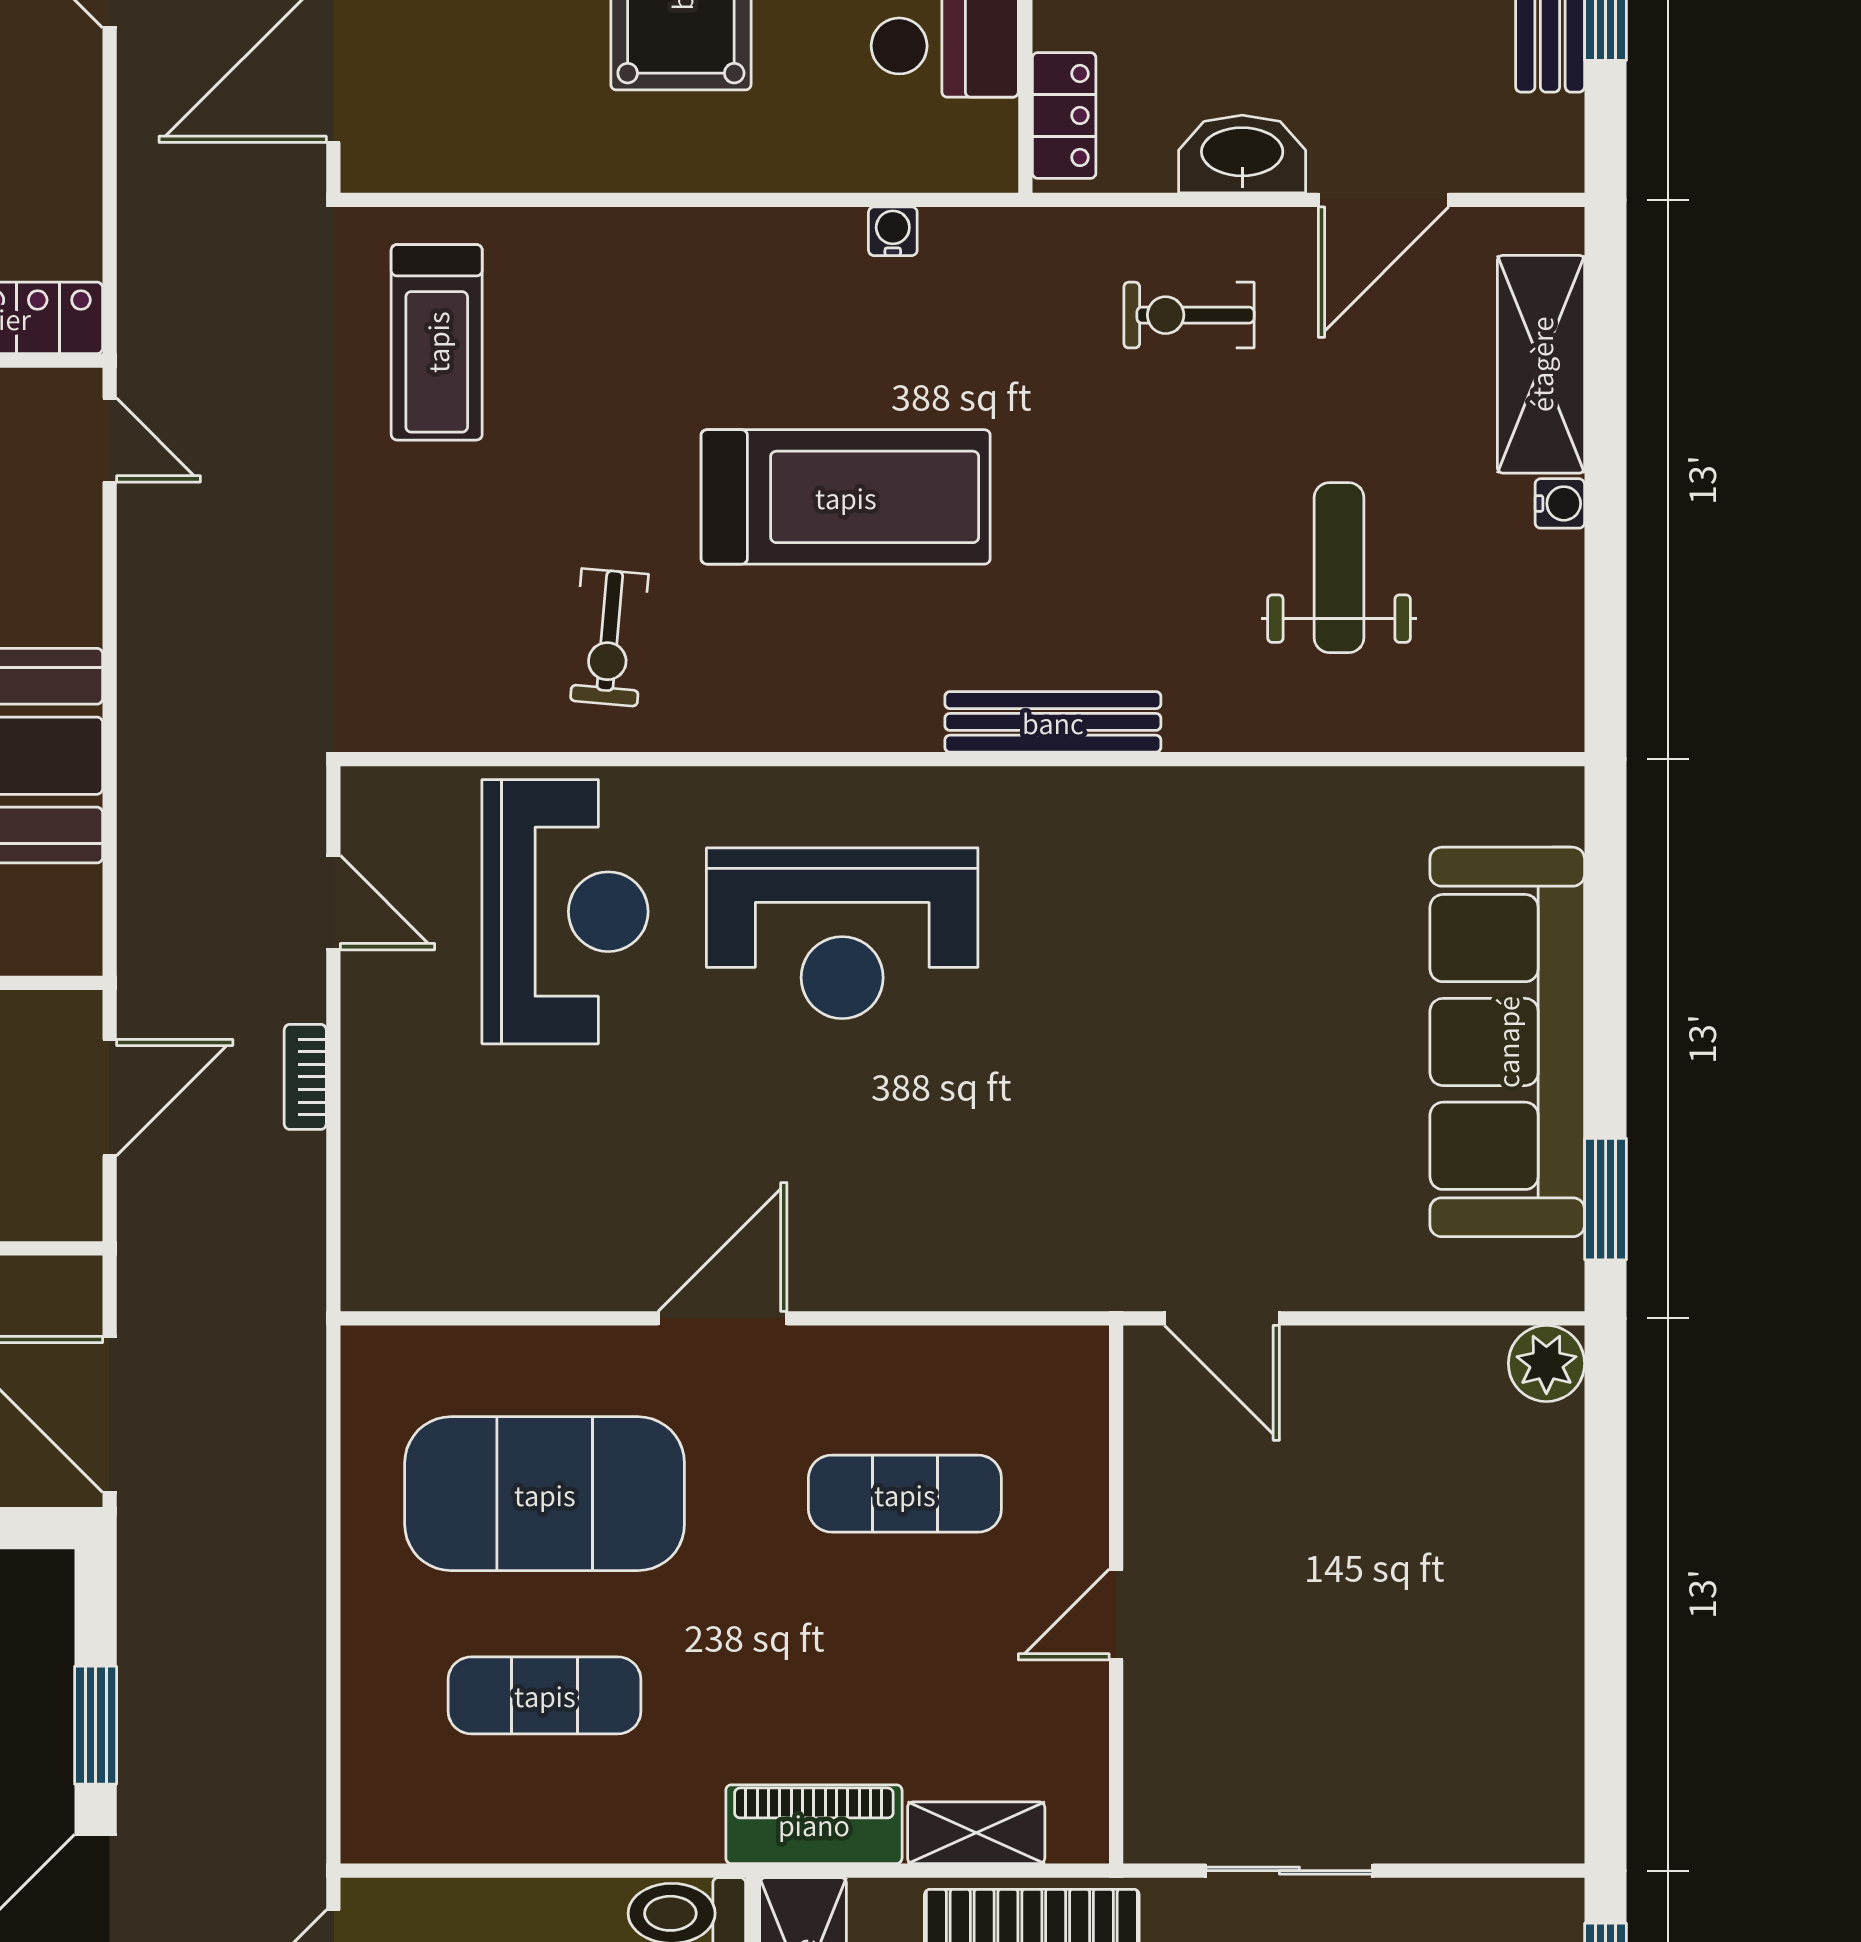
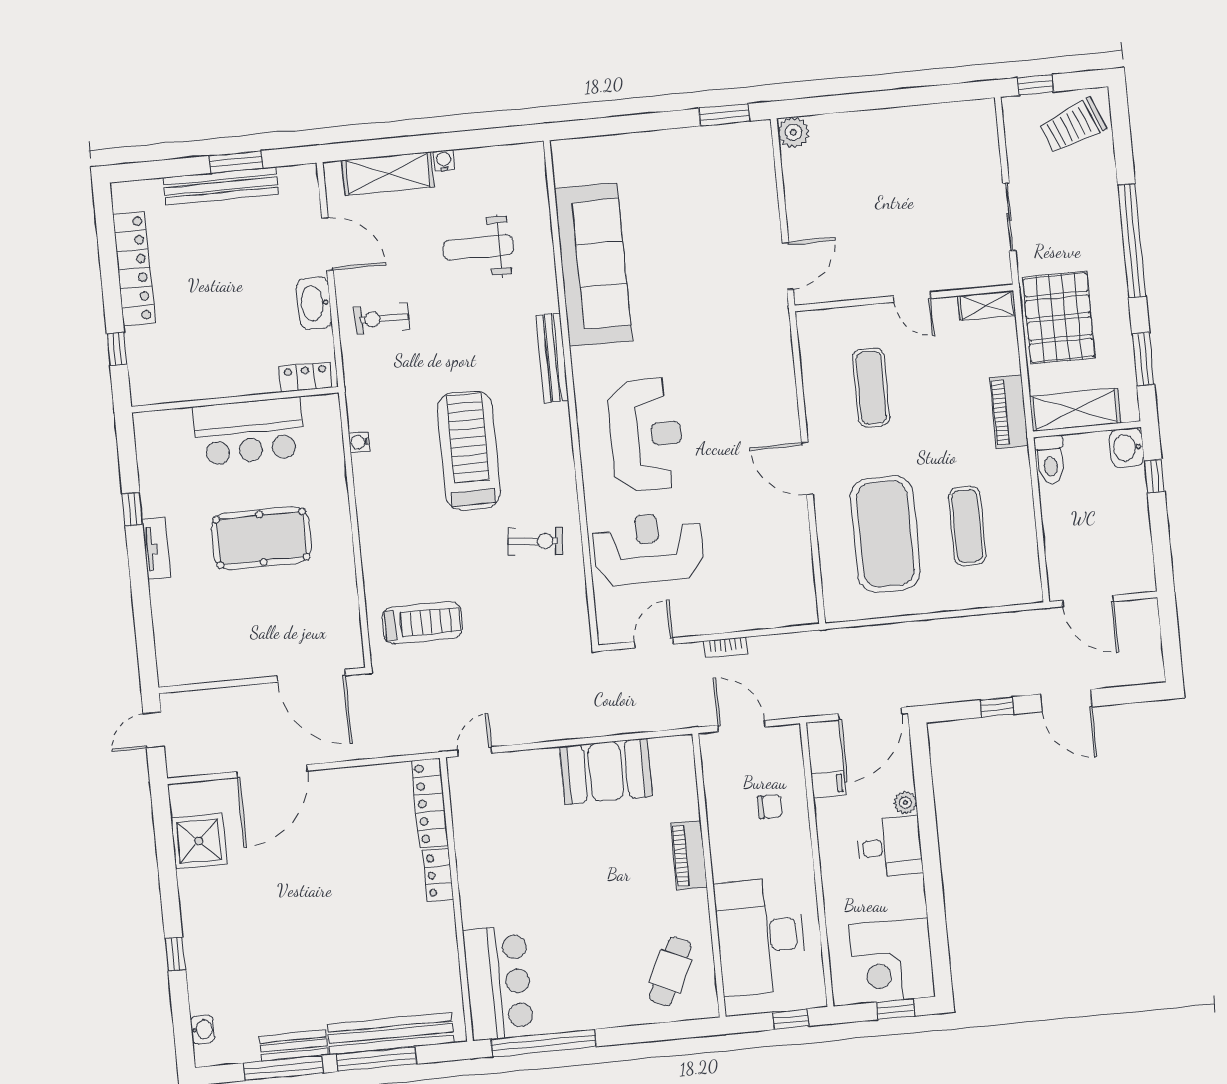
exercise bike: (1189, 315) -> (382, 318), turned 90
sofa: (1507, 1042) -> (593, 265), moved, turned -90
window: (96, 1725) -> (997, 707), width x0.67
shelving: (976, 1833) -> (987, 306), moved, turned 90

